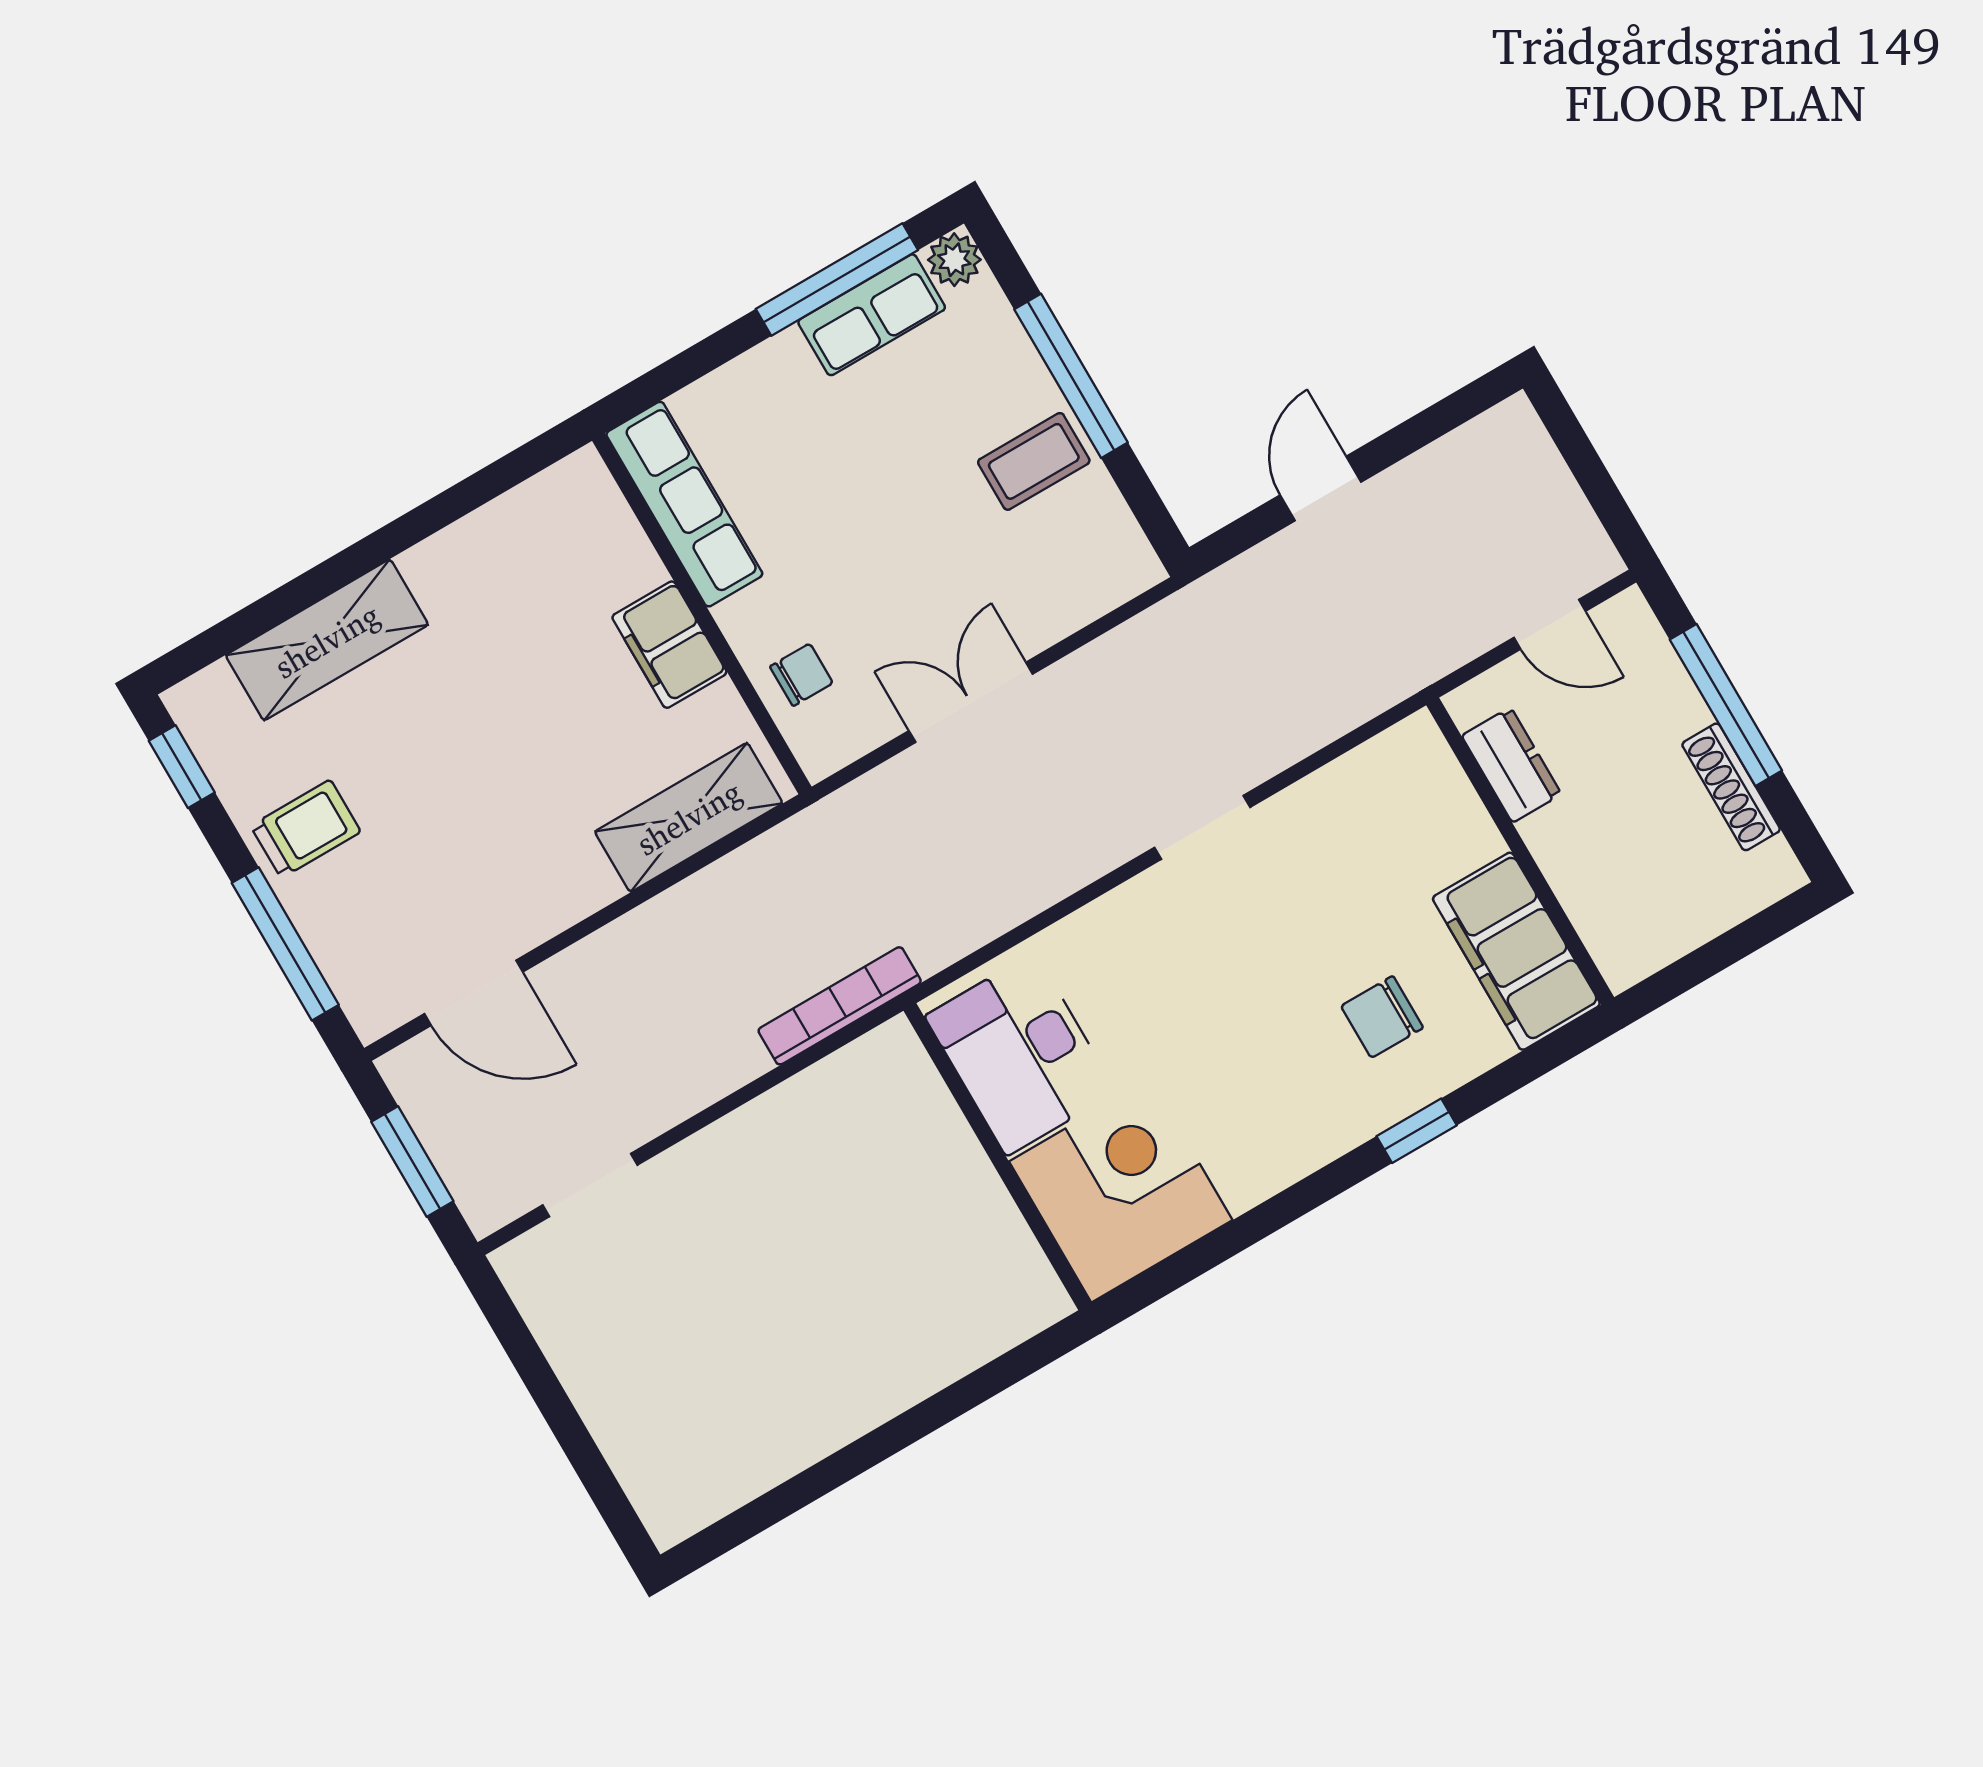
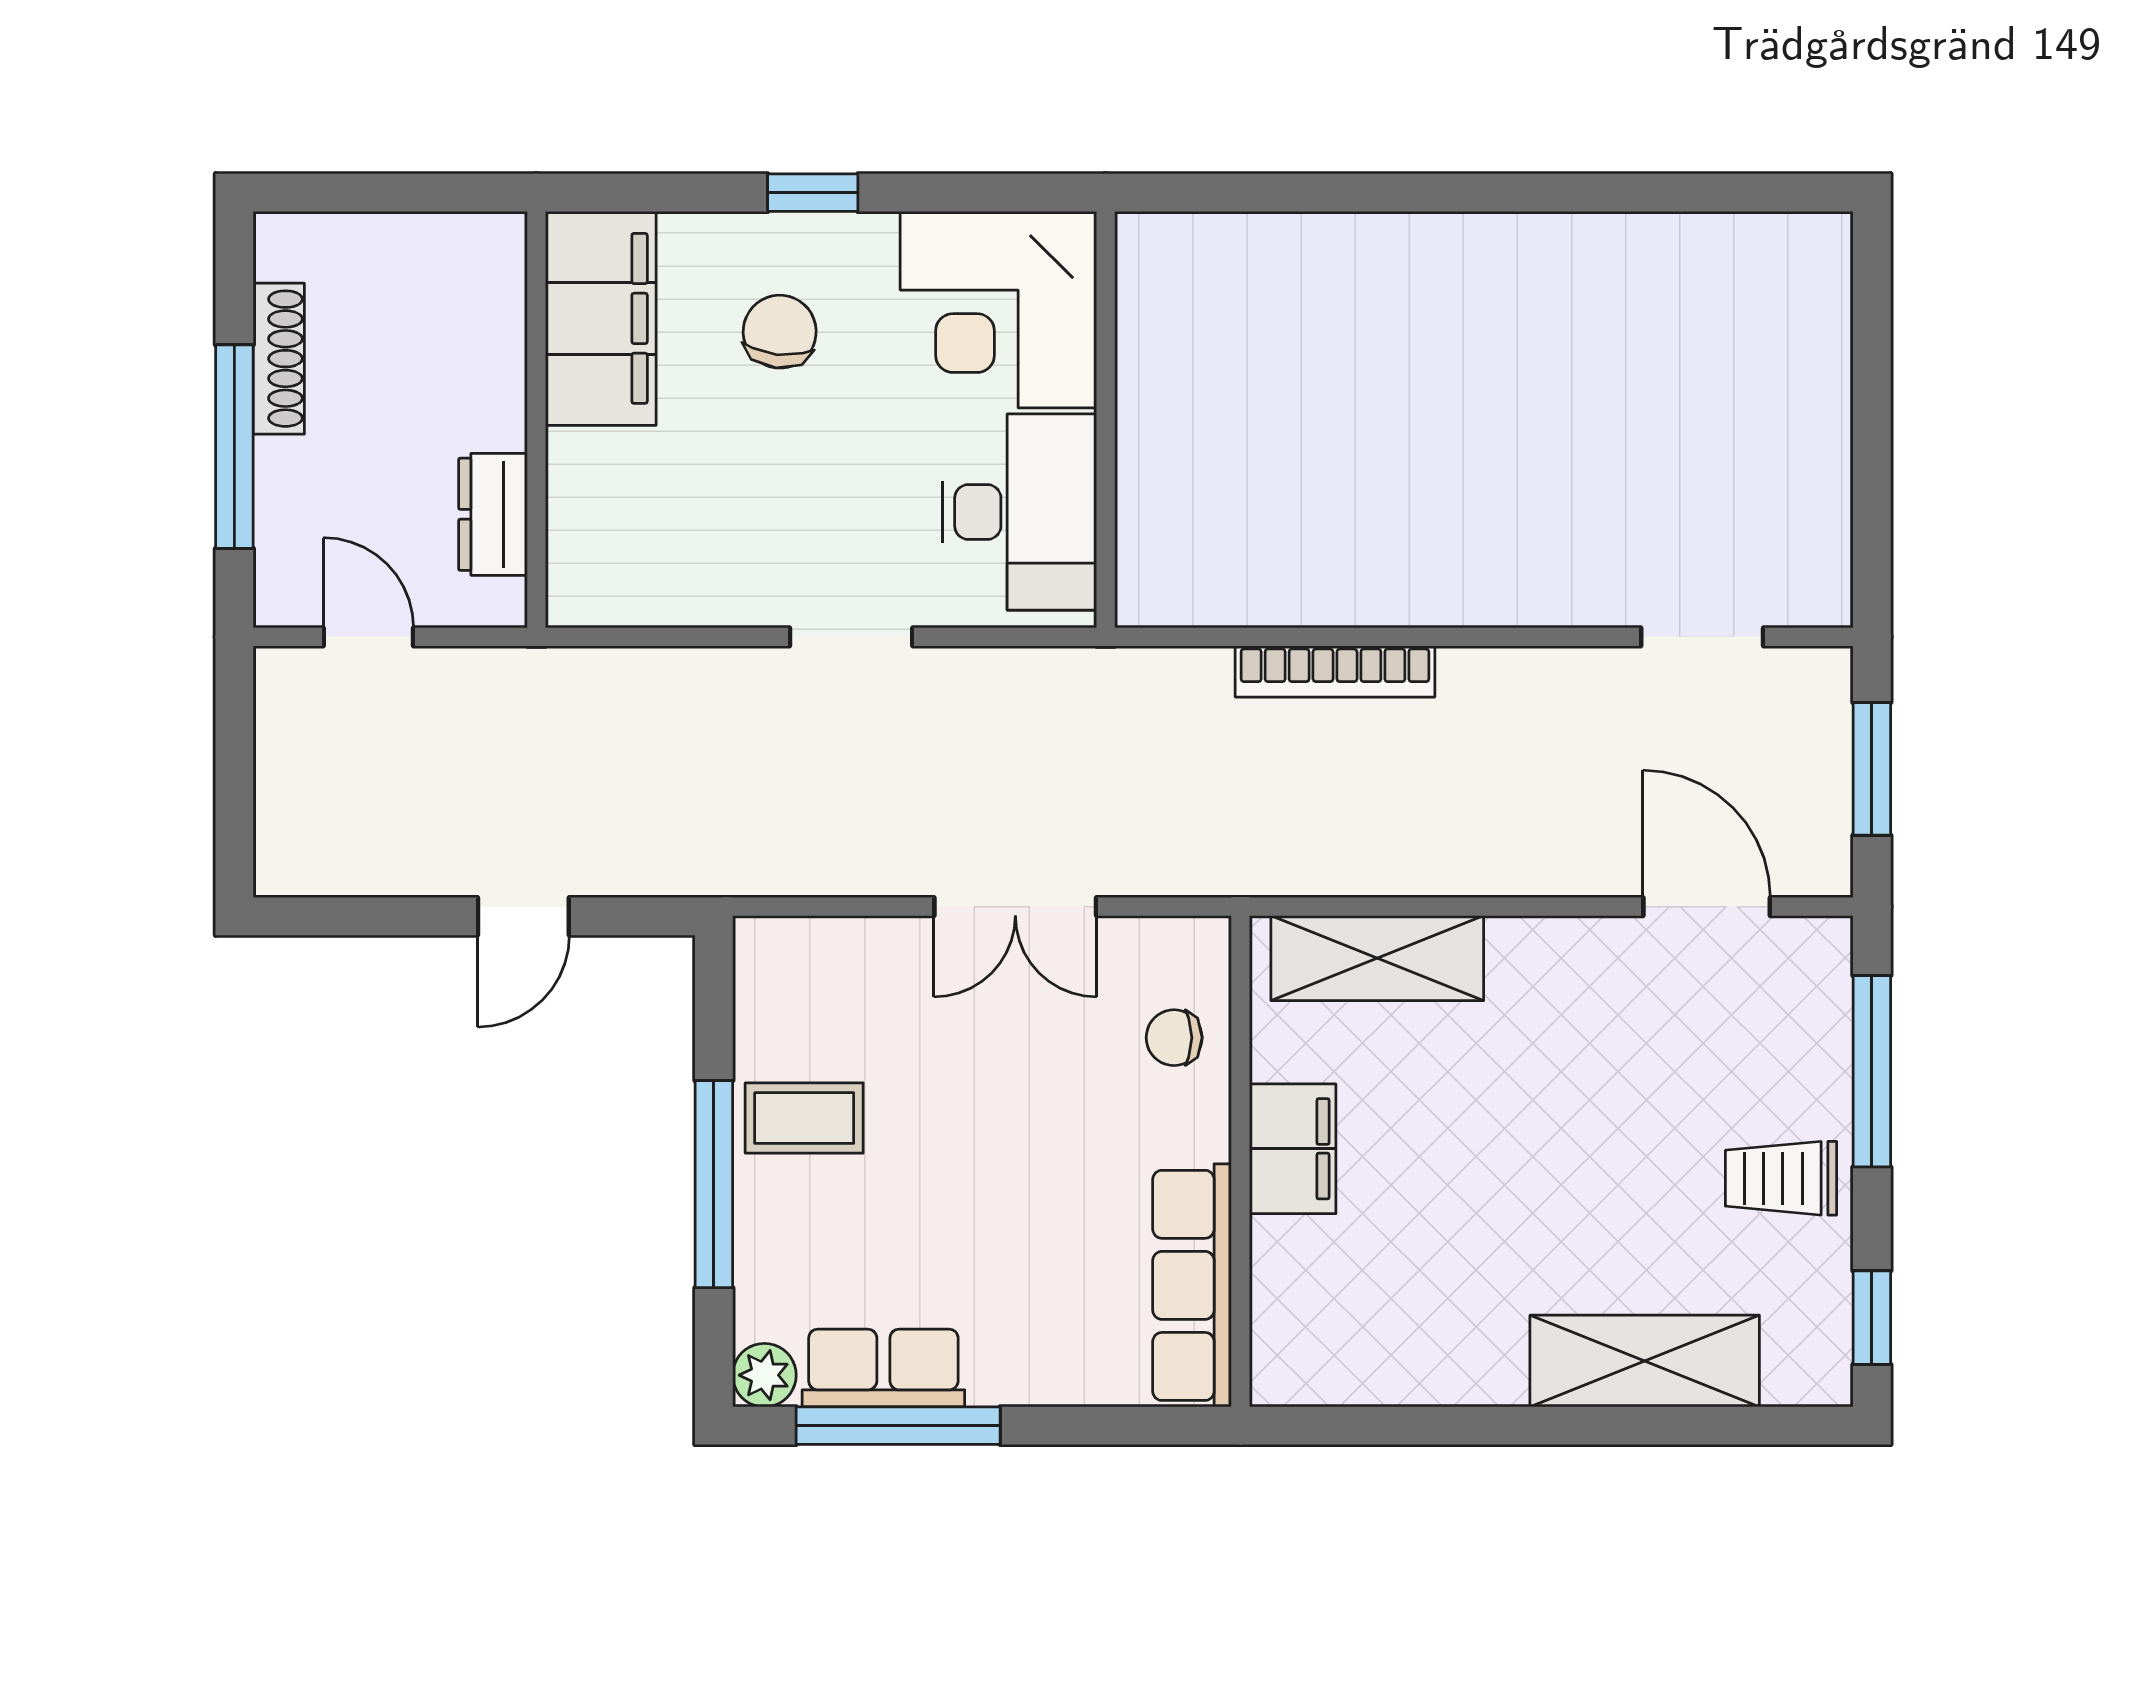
chair: (1382, 1017) -> (780, 332), turned -84
desk: (1021, 1054) -> (1019, 512), moved
wall: (997, 1157) -> (1106, 420), moved
corner desk: (1121, 1191) -> (998, 310), moved

